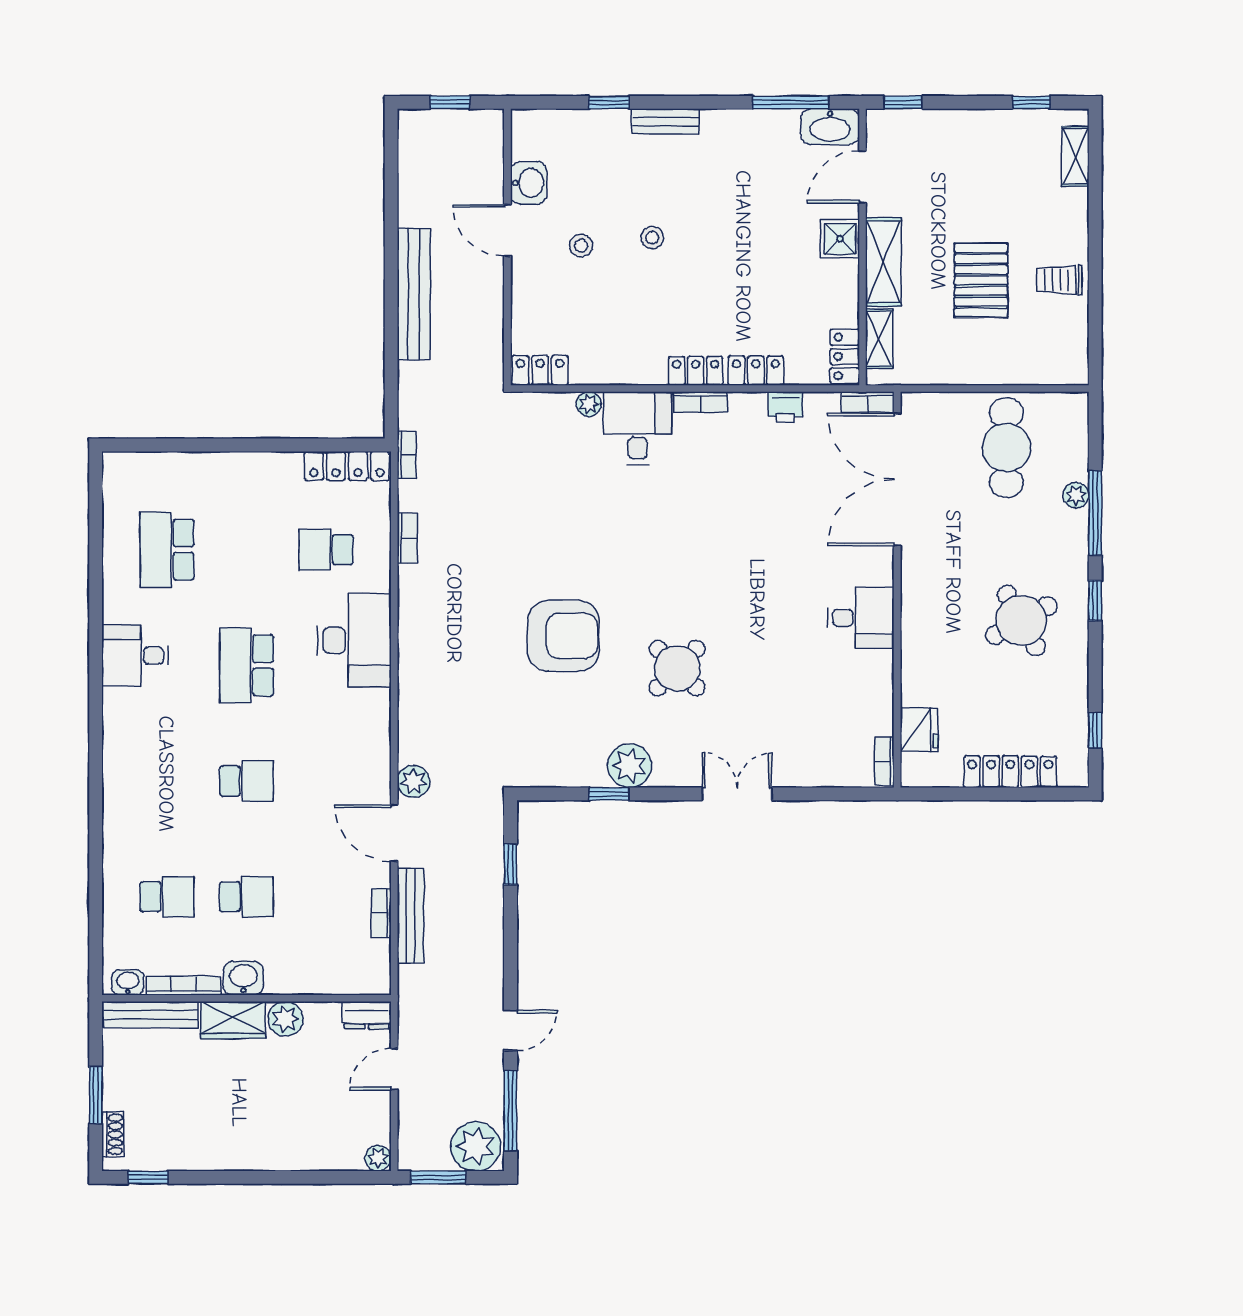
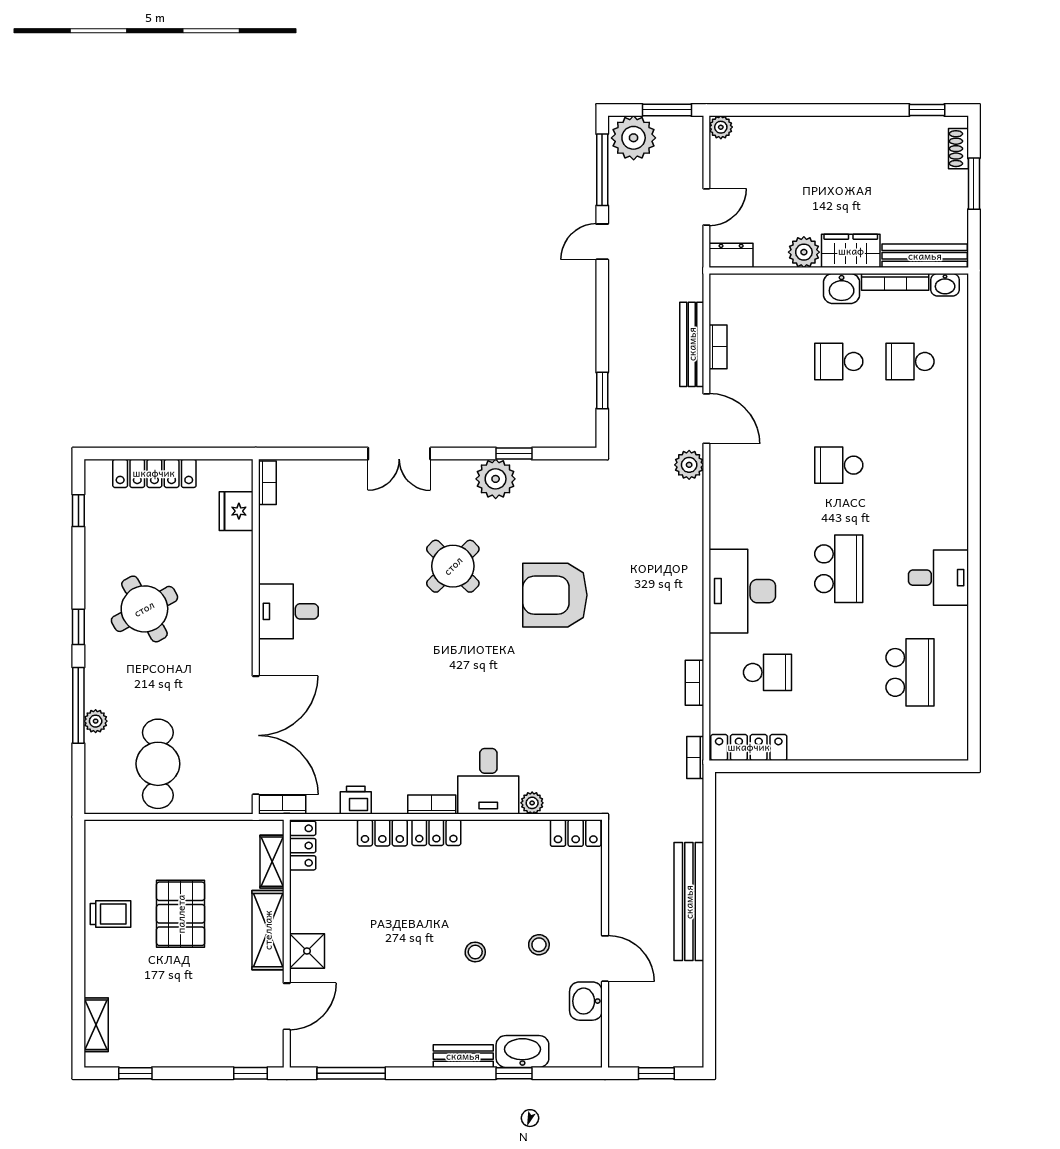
washbasin: (830, 127) -> (522, 1051), moved

